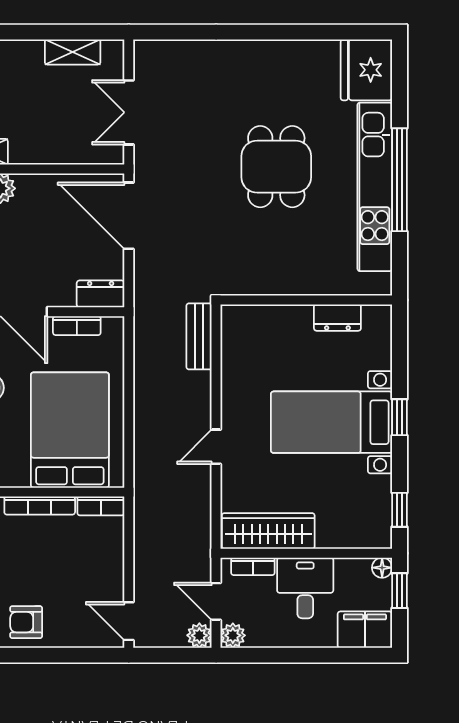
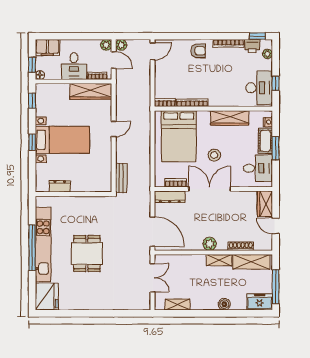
dresser: (101, 294) -> (170, 197), width x1.44
door: (129, 621) -> (153, 51), hinge flipped

